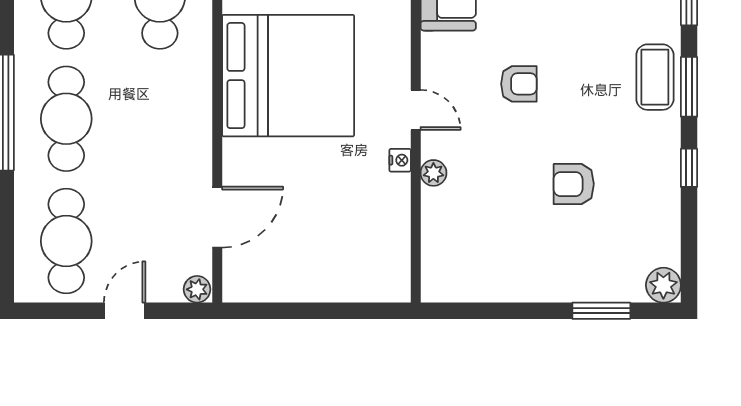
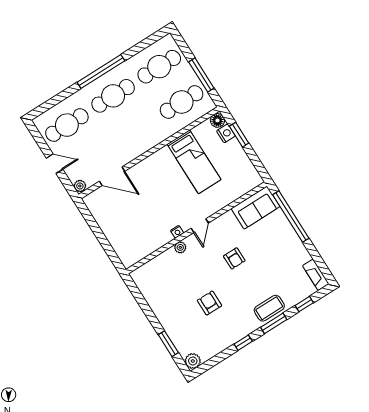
bed: (288, 76) -> (194, 162), width x0.49

